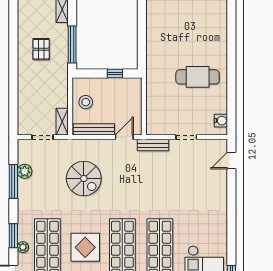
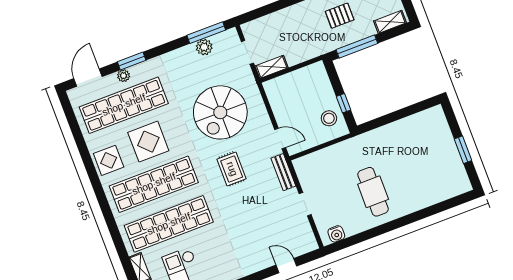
stool: (86, 102) -> (329, 118), moved
bench: (94, 129) -> (276, 103), removed
door: (231, 160) -> (286, 266), moved
spiral stairs: (84, 178) -> (220, 112), width x1.37, depth x1.37
window: (13, 181) -> (206, 33), moved
rug: (134, 187) -> (232, 169), added

